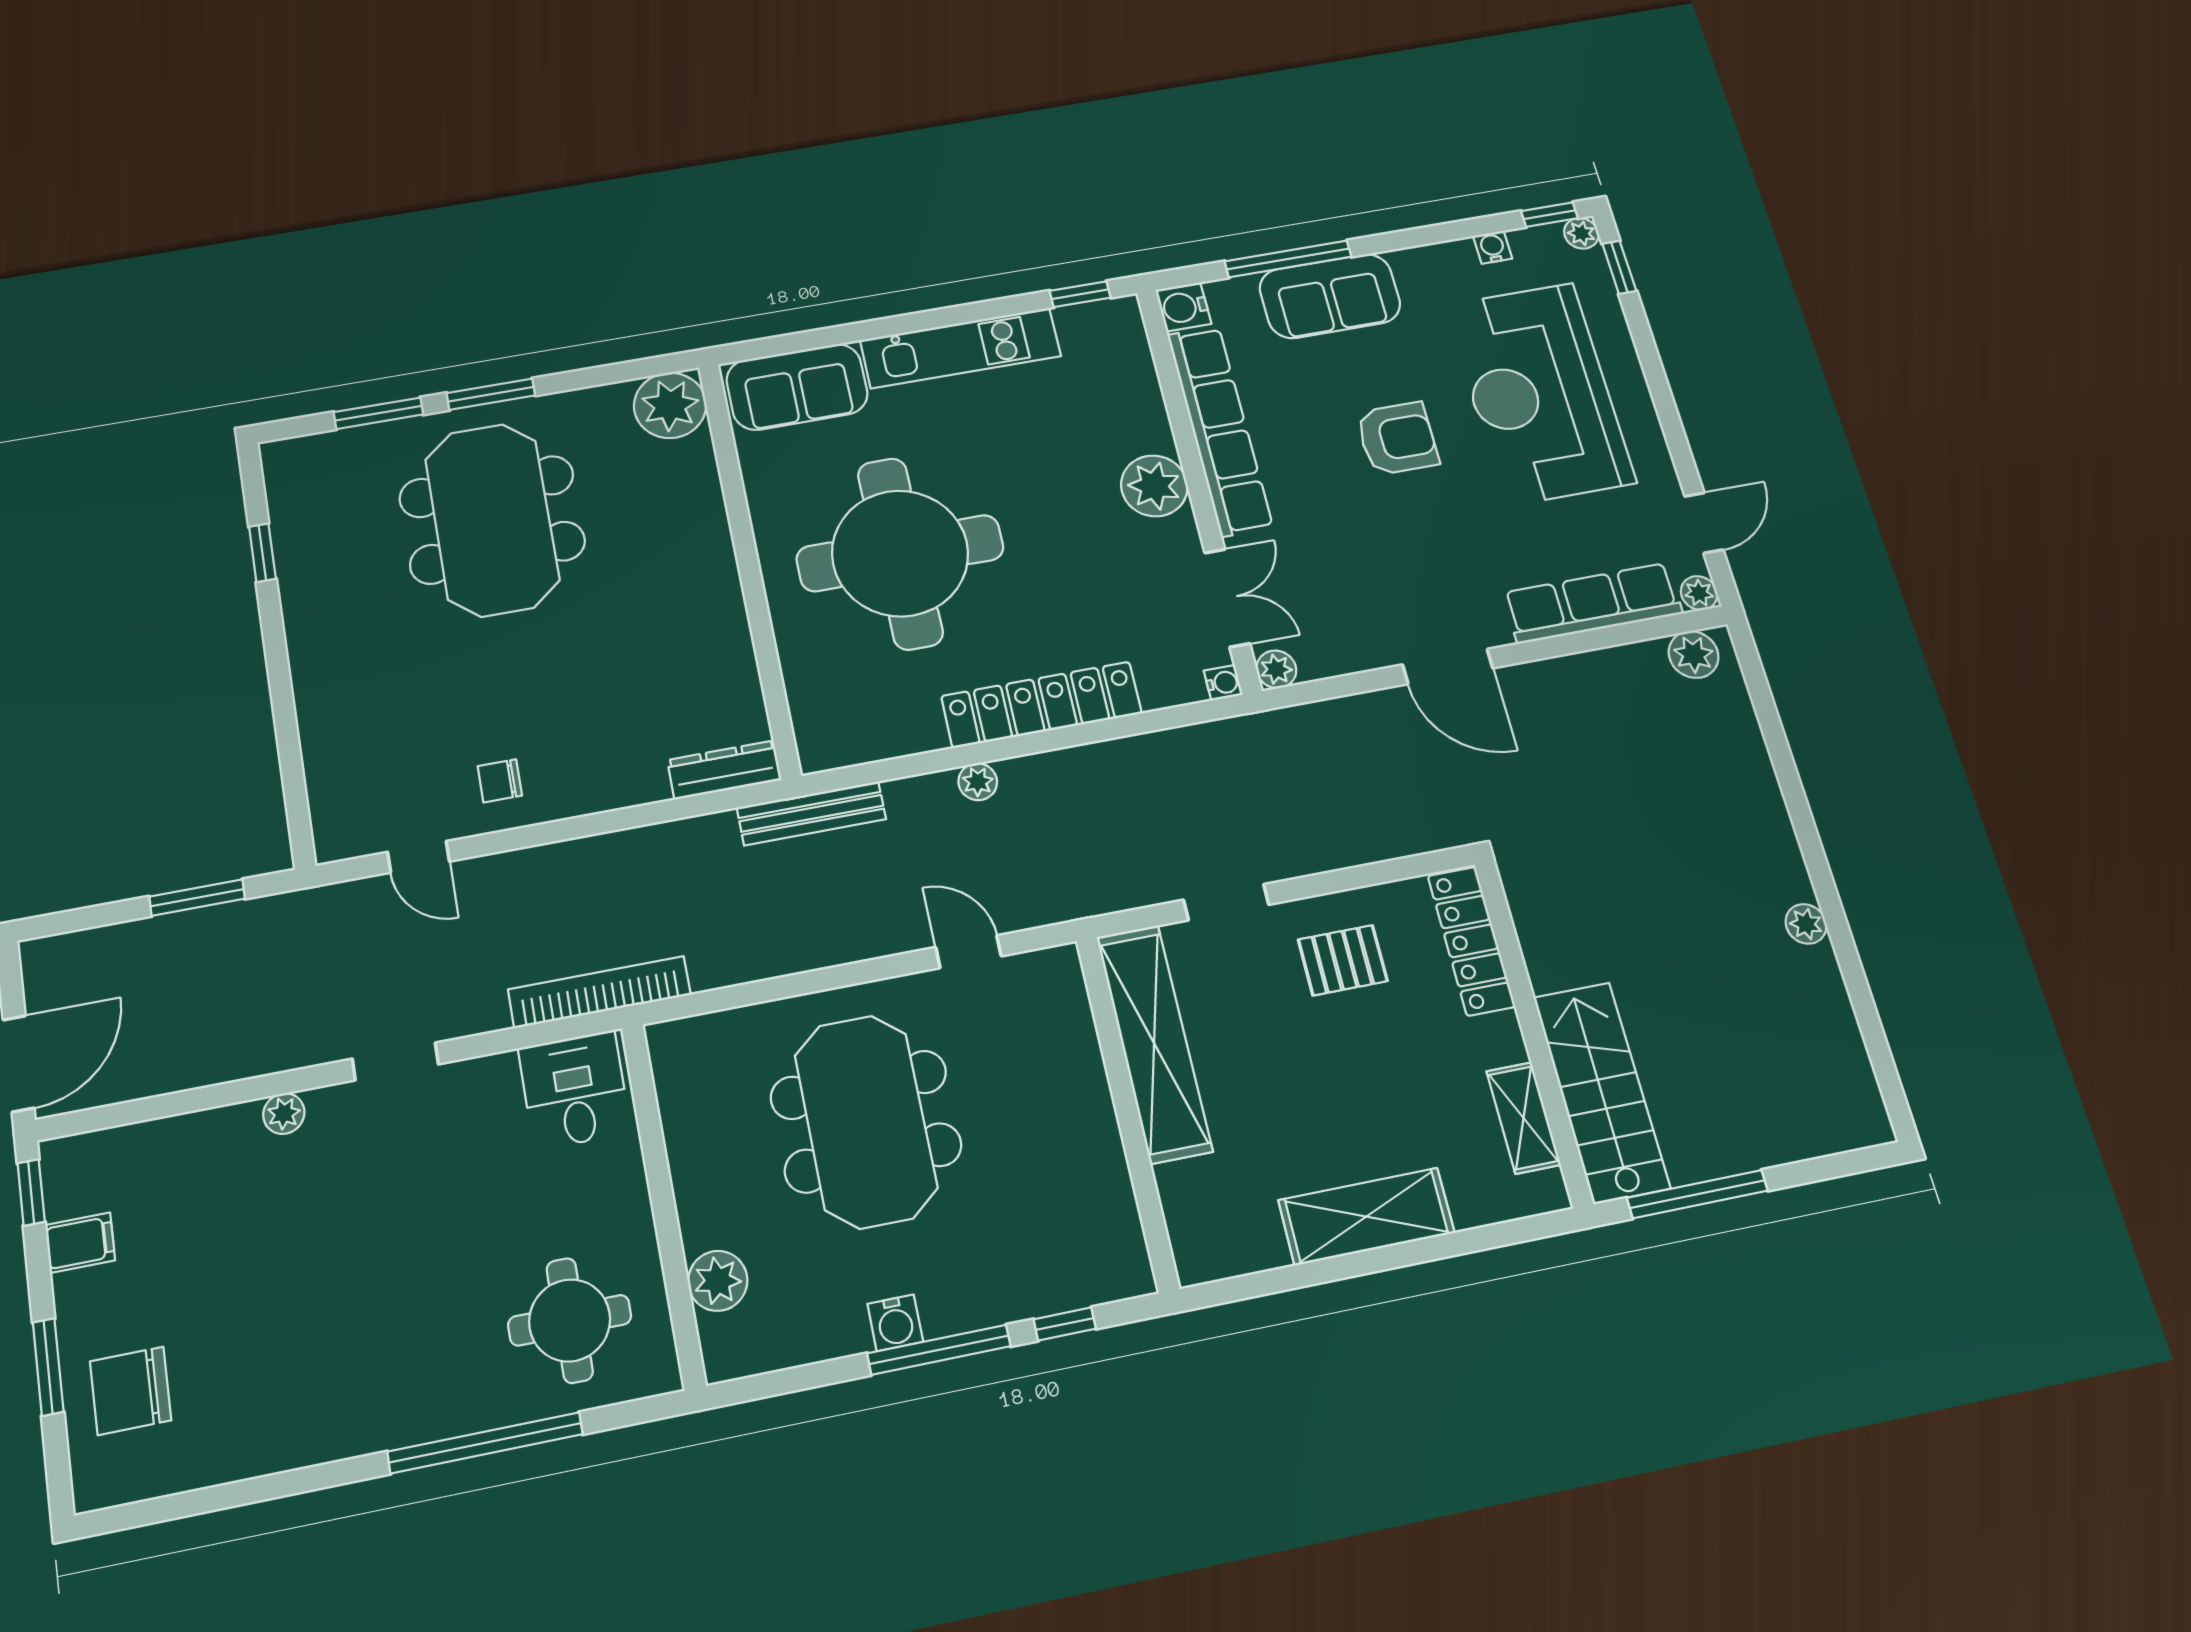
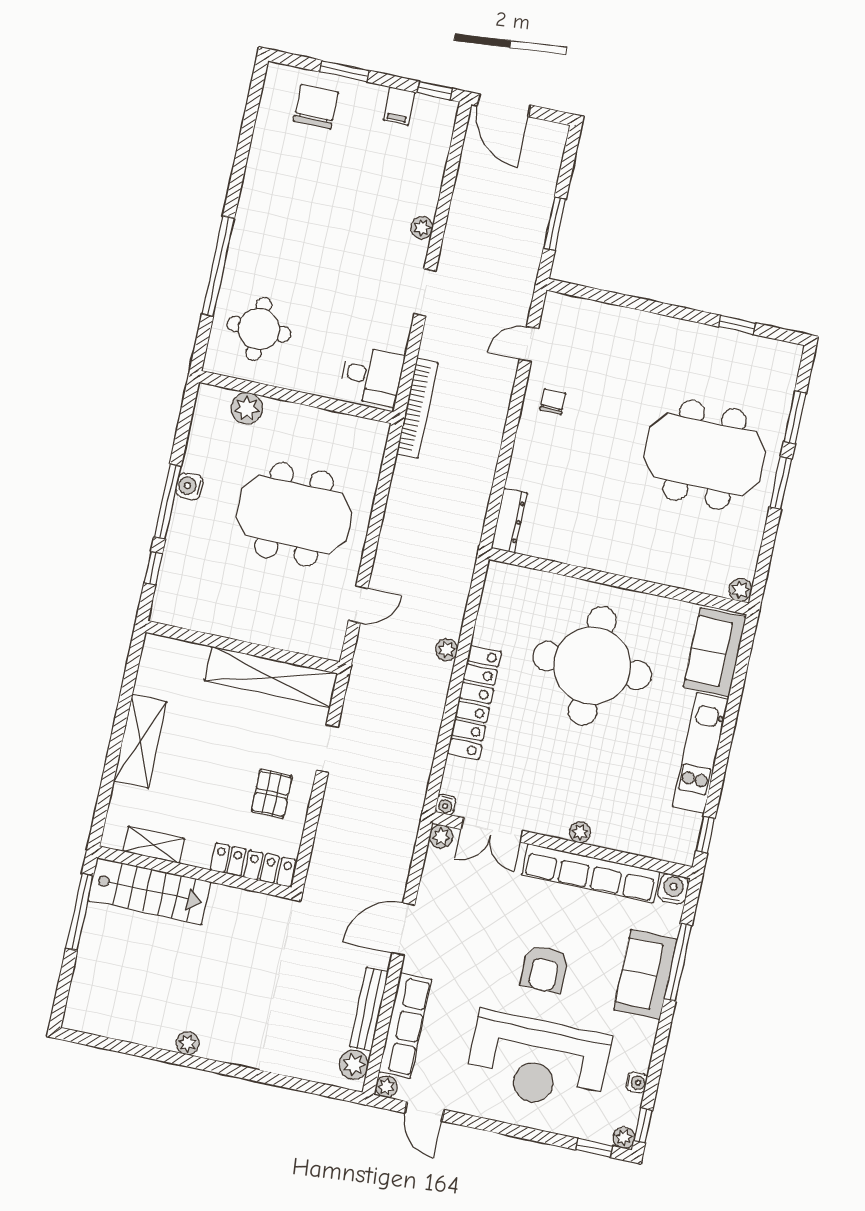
reception desk: (1540, 393) -> (538, 1062), turned 180
plant: (670, 405) -> (740, 590), width x0.53, depth x0.53
plant: (1154, 486) -> (580, 832), width x0.53, depth x0.53
bench: (811, 813) -> (369, 1009), moved

